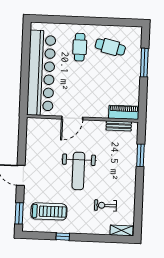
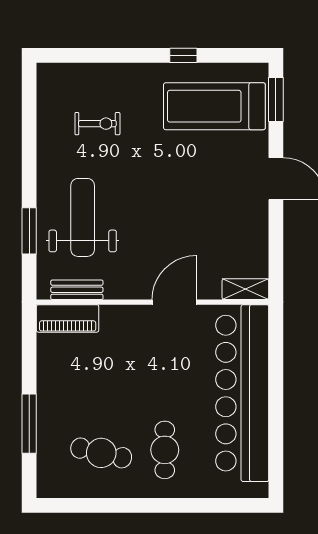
weight bench: (78, 171) -> (83, 217), moved
treadmill: (49, 211) -> (214, 106), width x1.37, depth x1.38
shelving: (121, 230) -> (245, 289), moved

